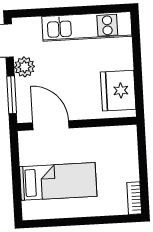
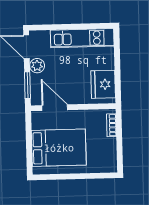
bed: (58, 181) -> (59, 148), width x1.50
bookcase: (134, 198) -> (112, 125), moved

